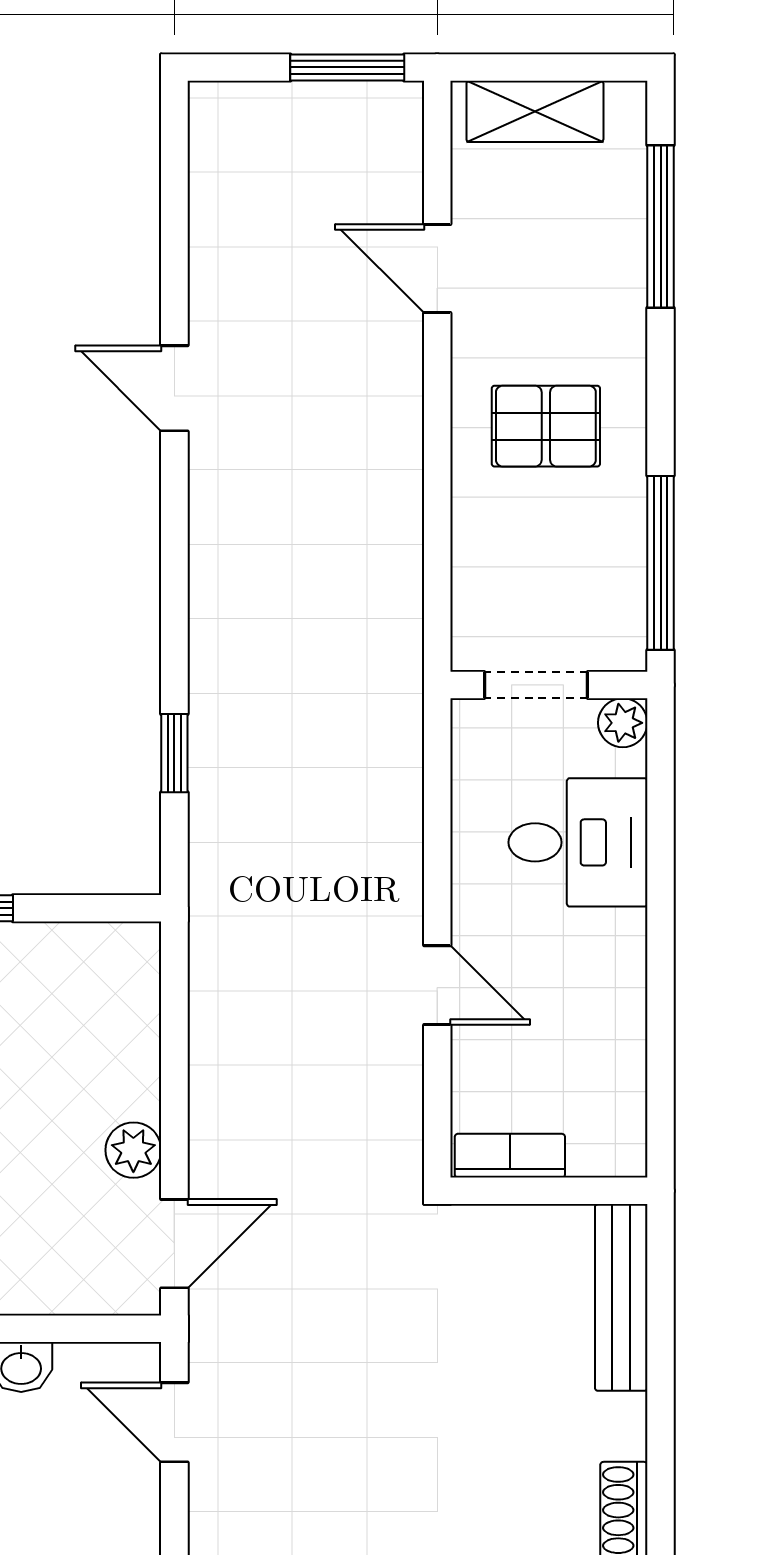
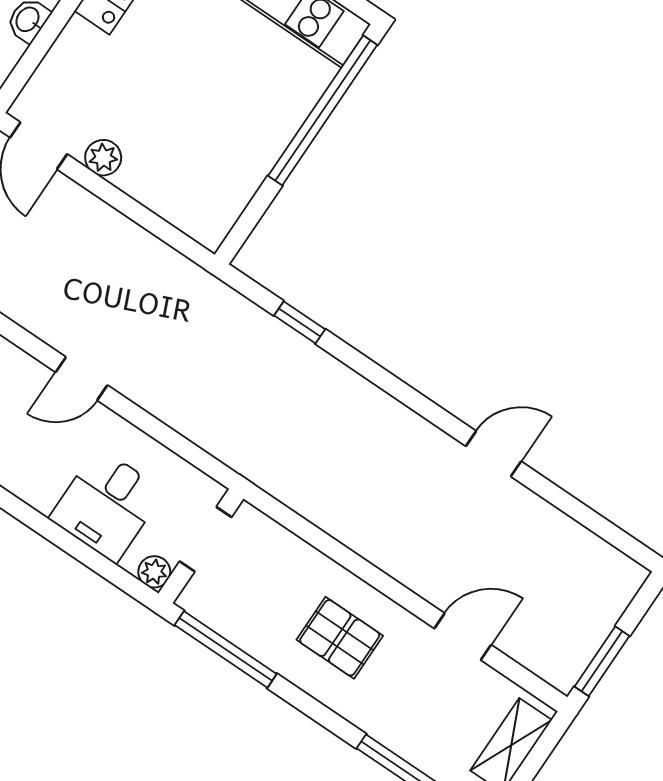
pallet: (546, 426) -> (340, 638), turned 90

